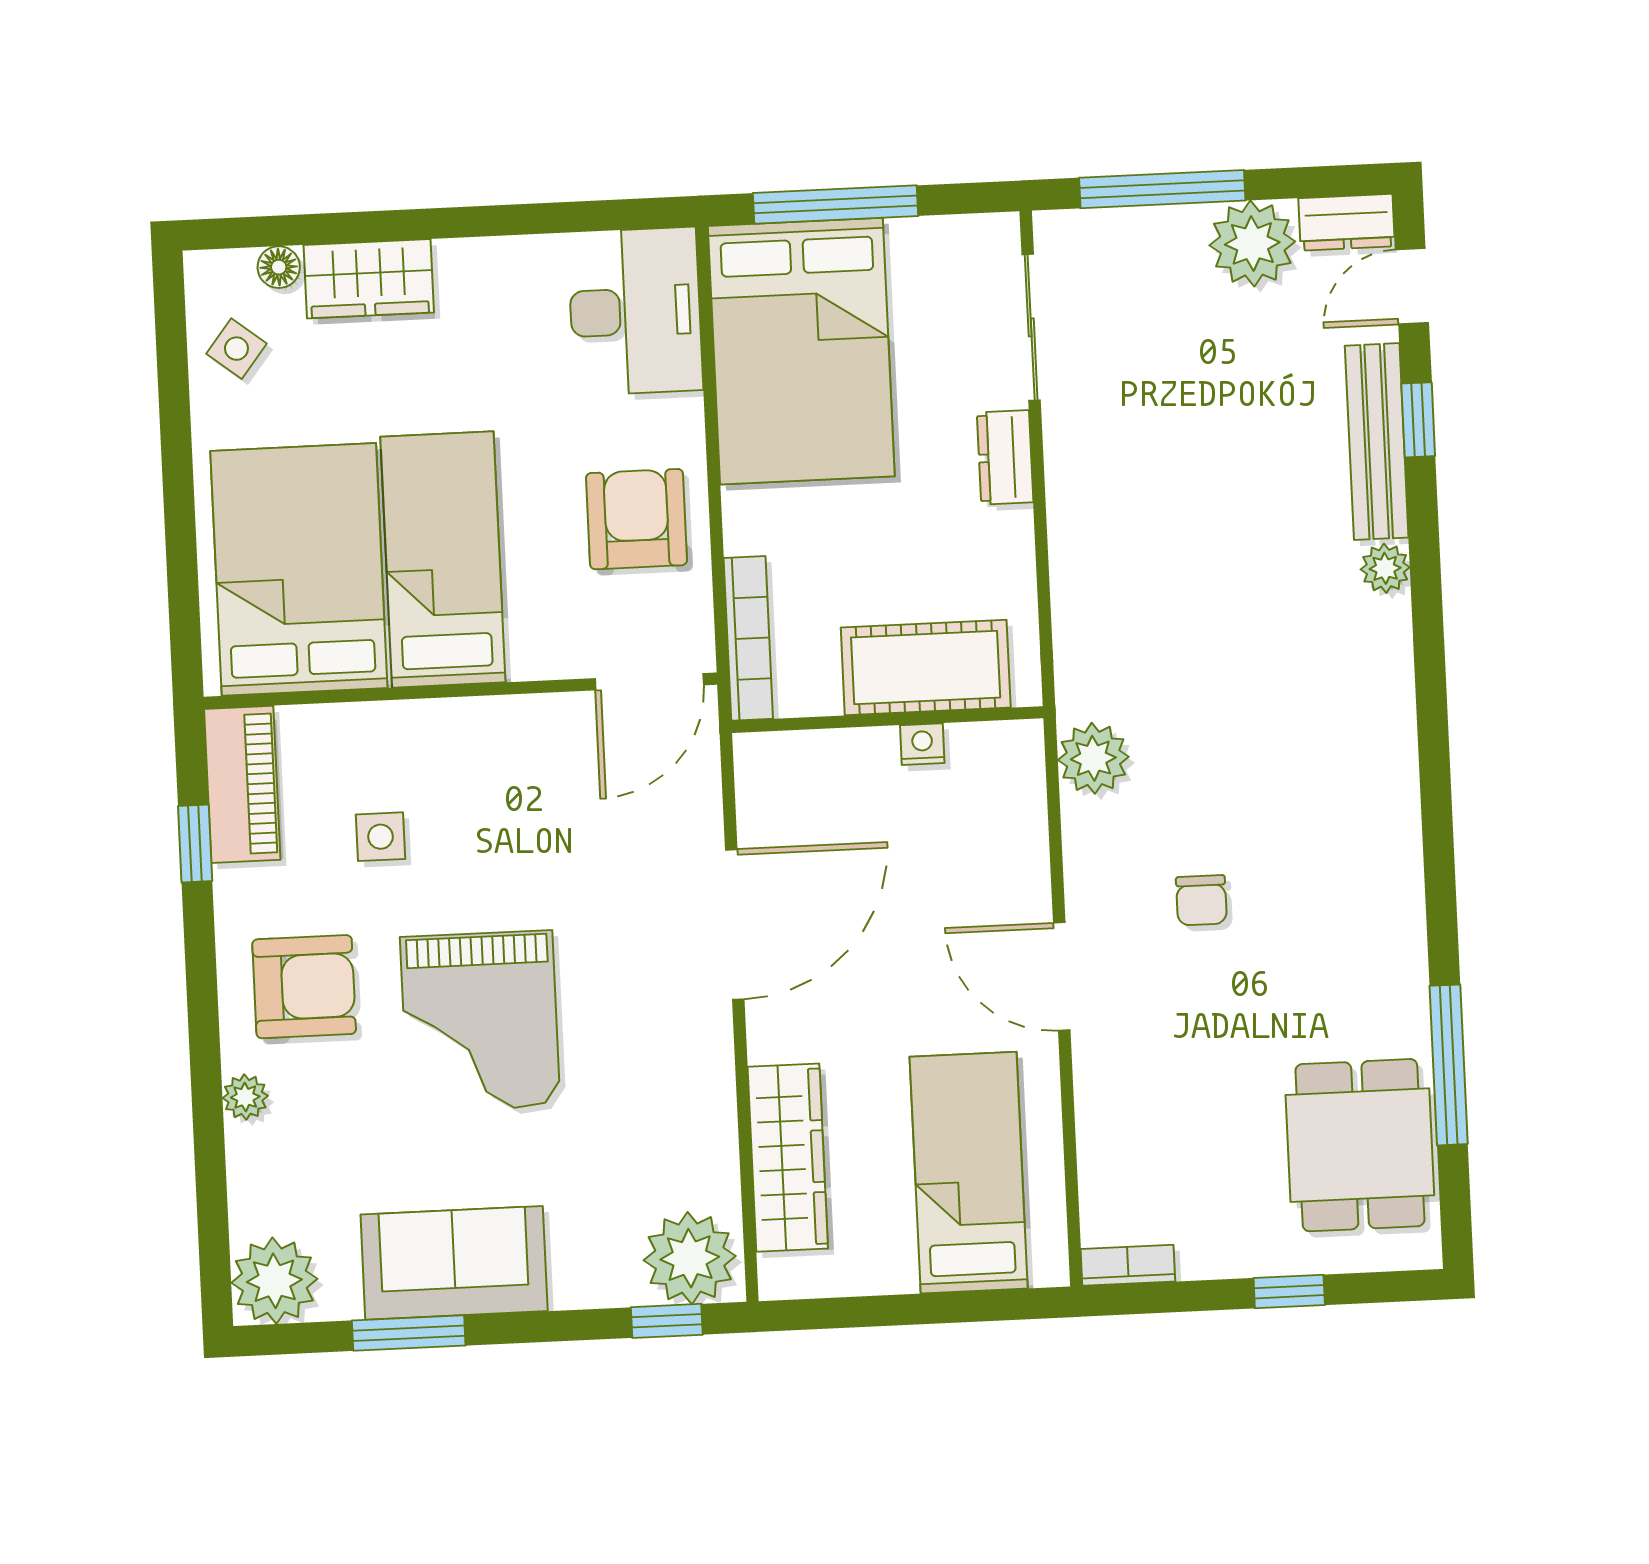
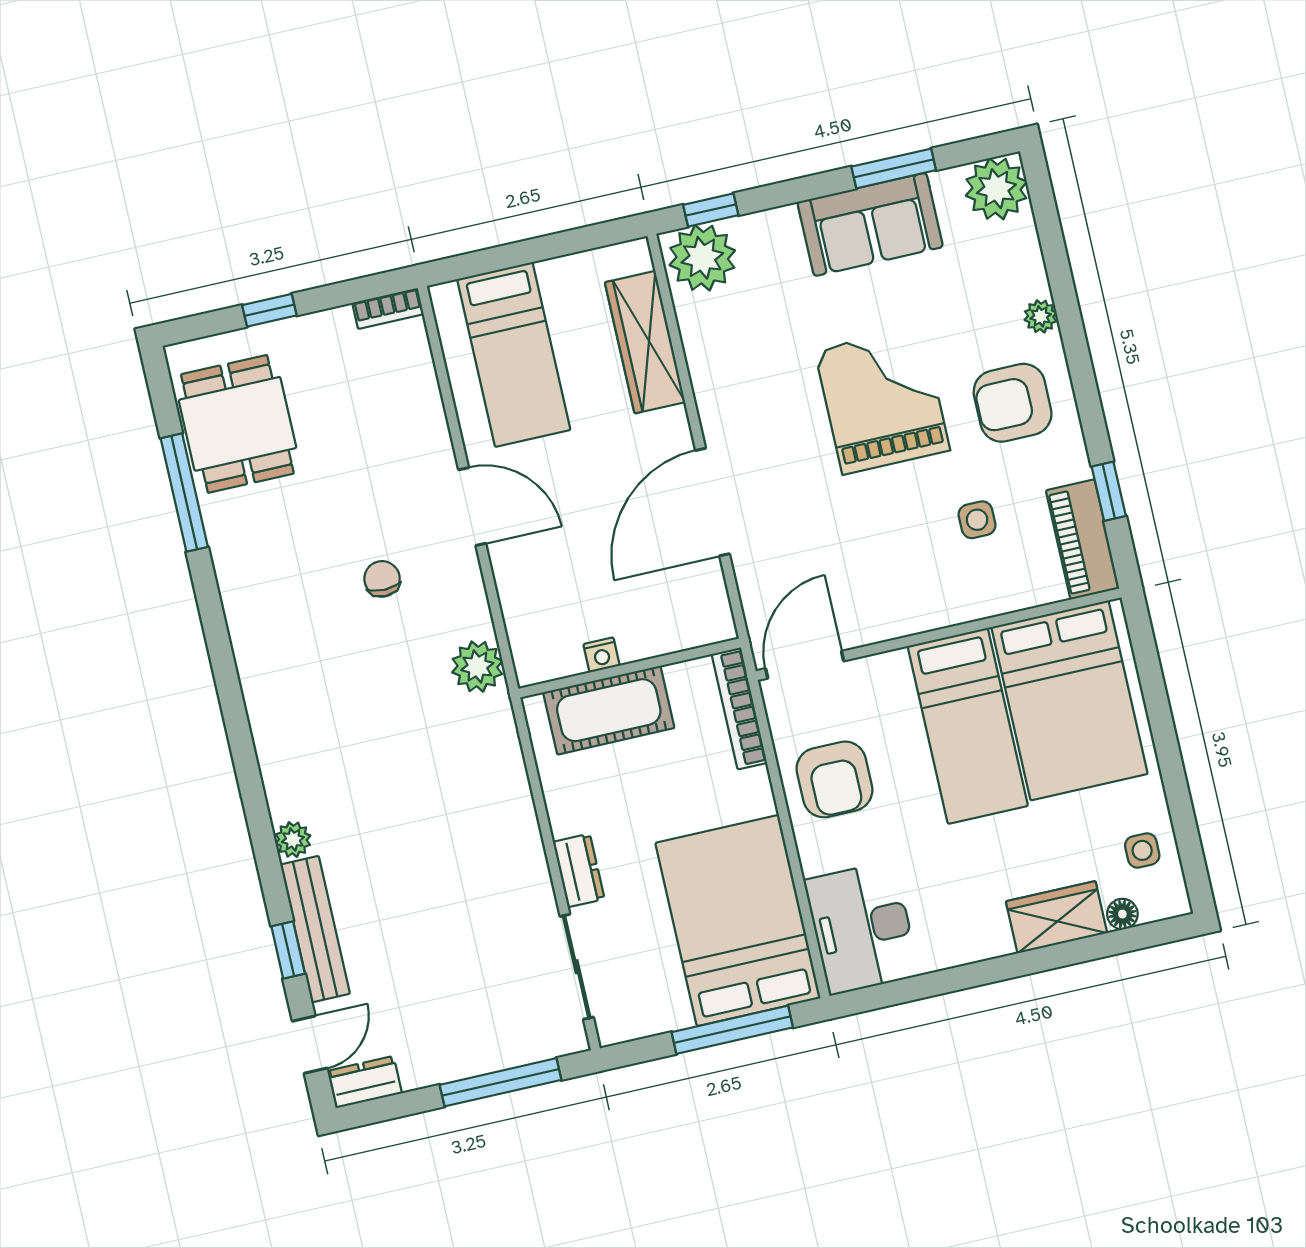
plant: (1252, 243) -> (429, 1055), removed
side table: (236, 349) -> (1142, 850), turned -38

